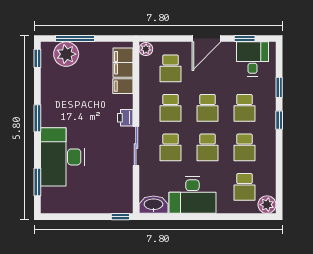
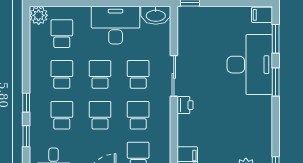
filing cabinet: (123, 86) -> (262, 15), moved, turned 180
window: (37, 118) -> (276, 82), moved

